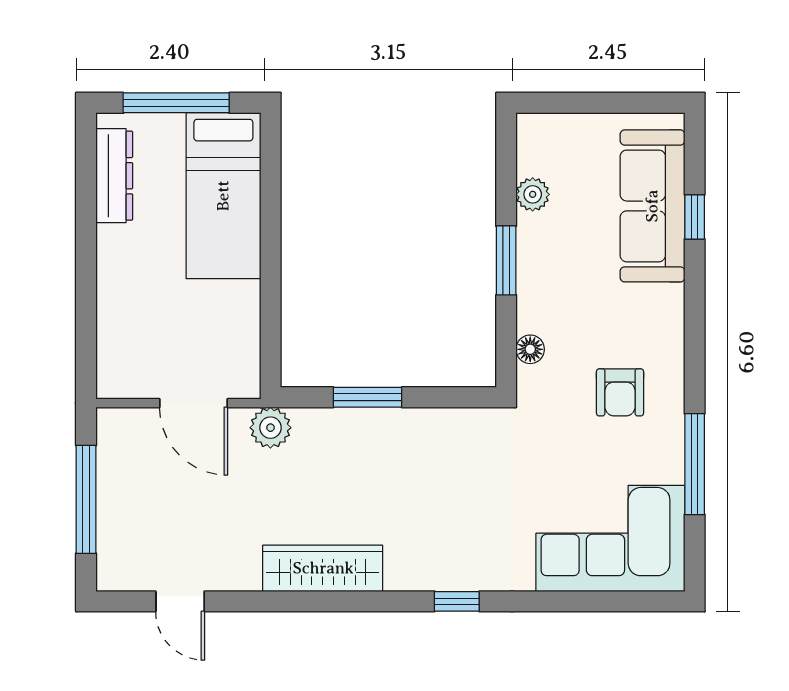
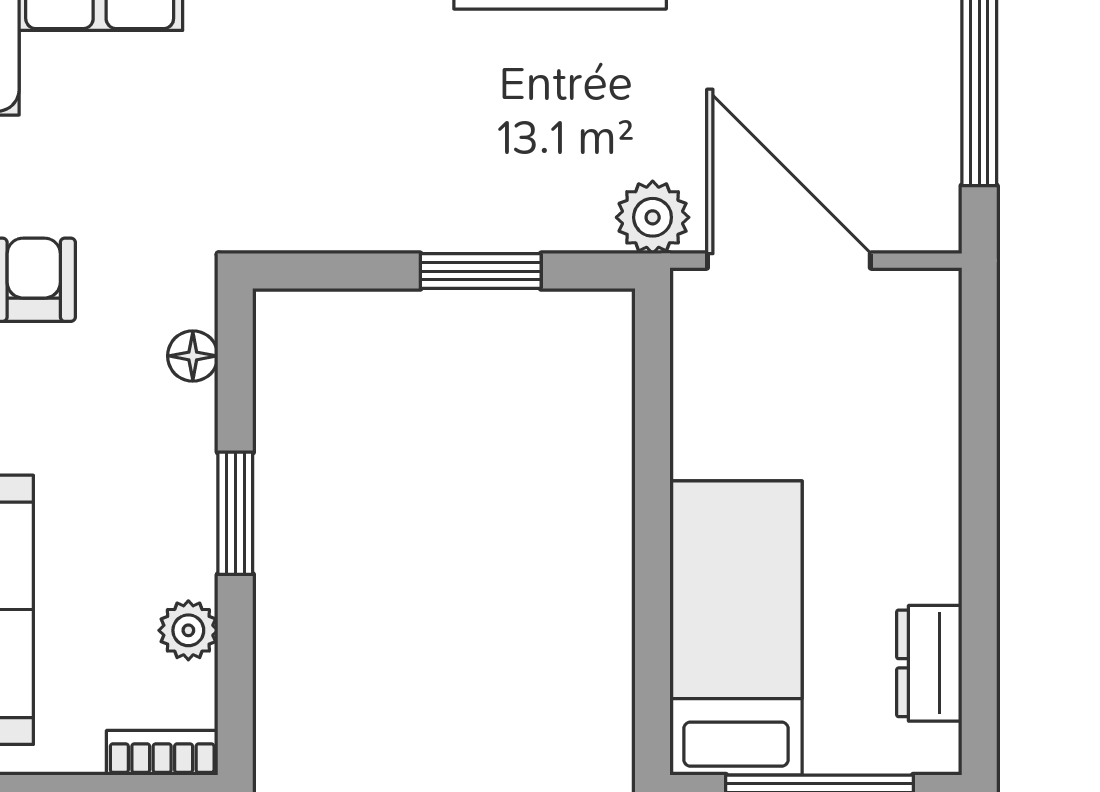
bookcase: (547, 125) -> (162, 753), added
dresser: (114, 176) -> (929, 663), width x0.70
door: (194, 403) -> (789, 261), width x1.36

